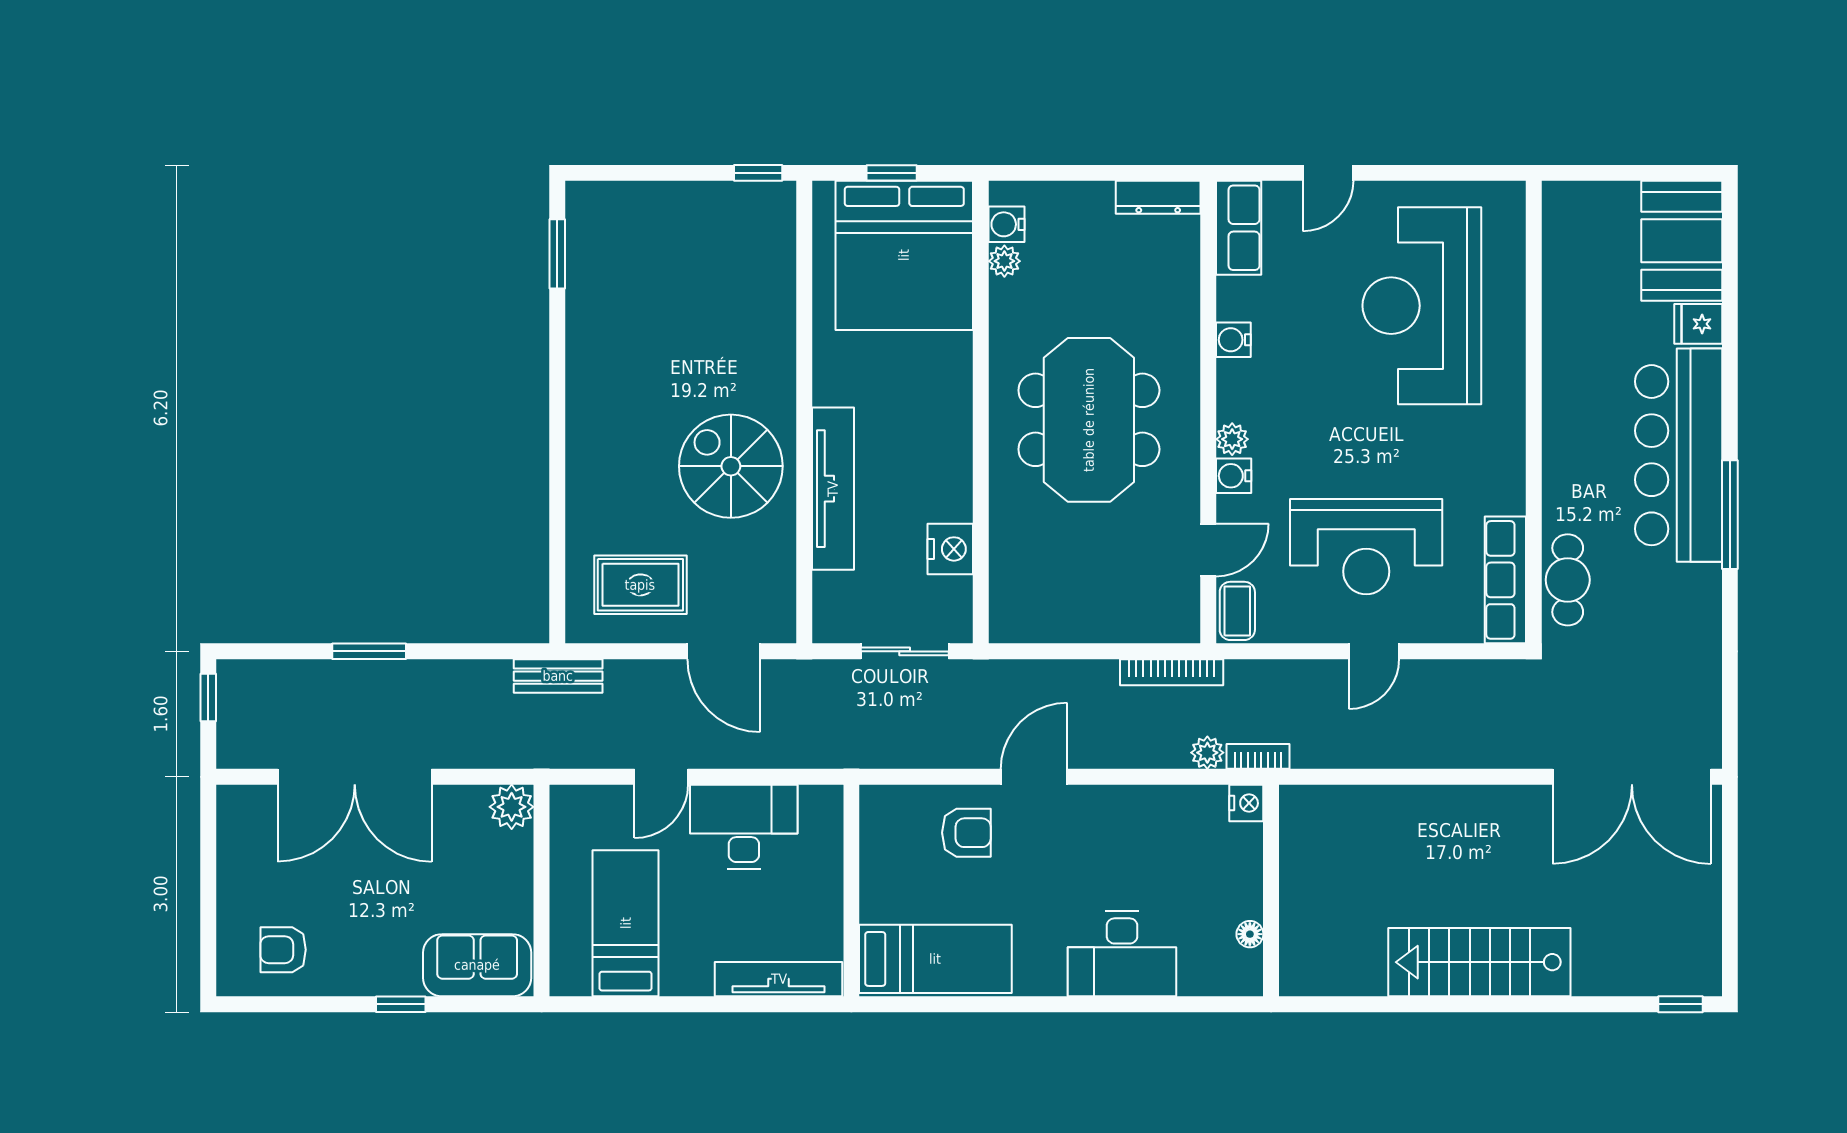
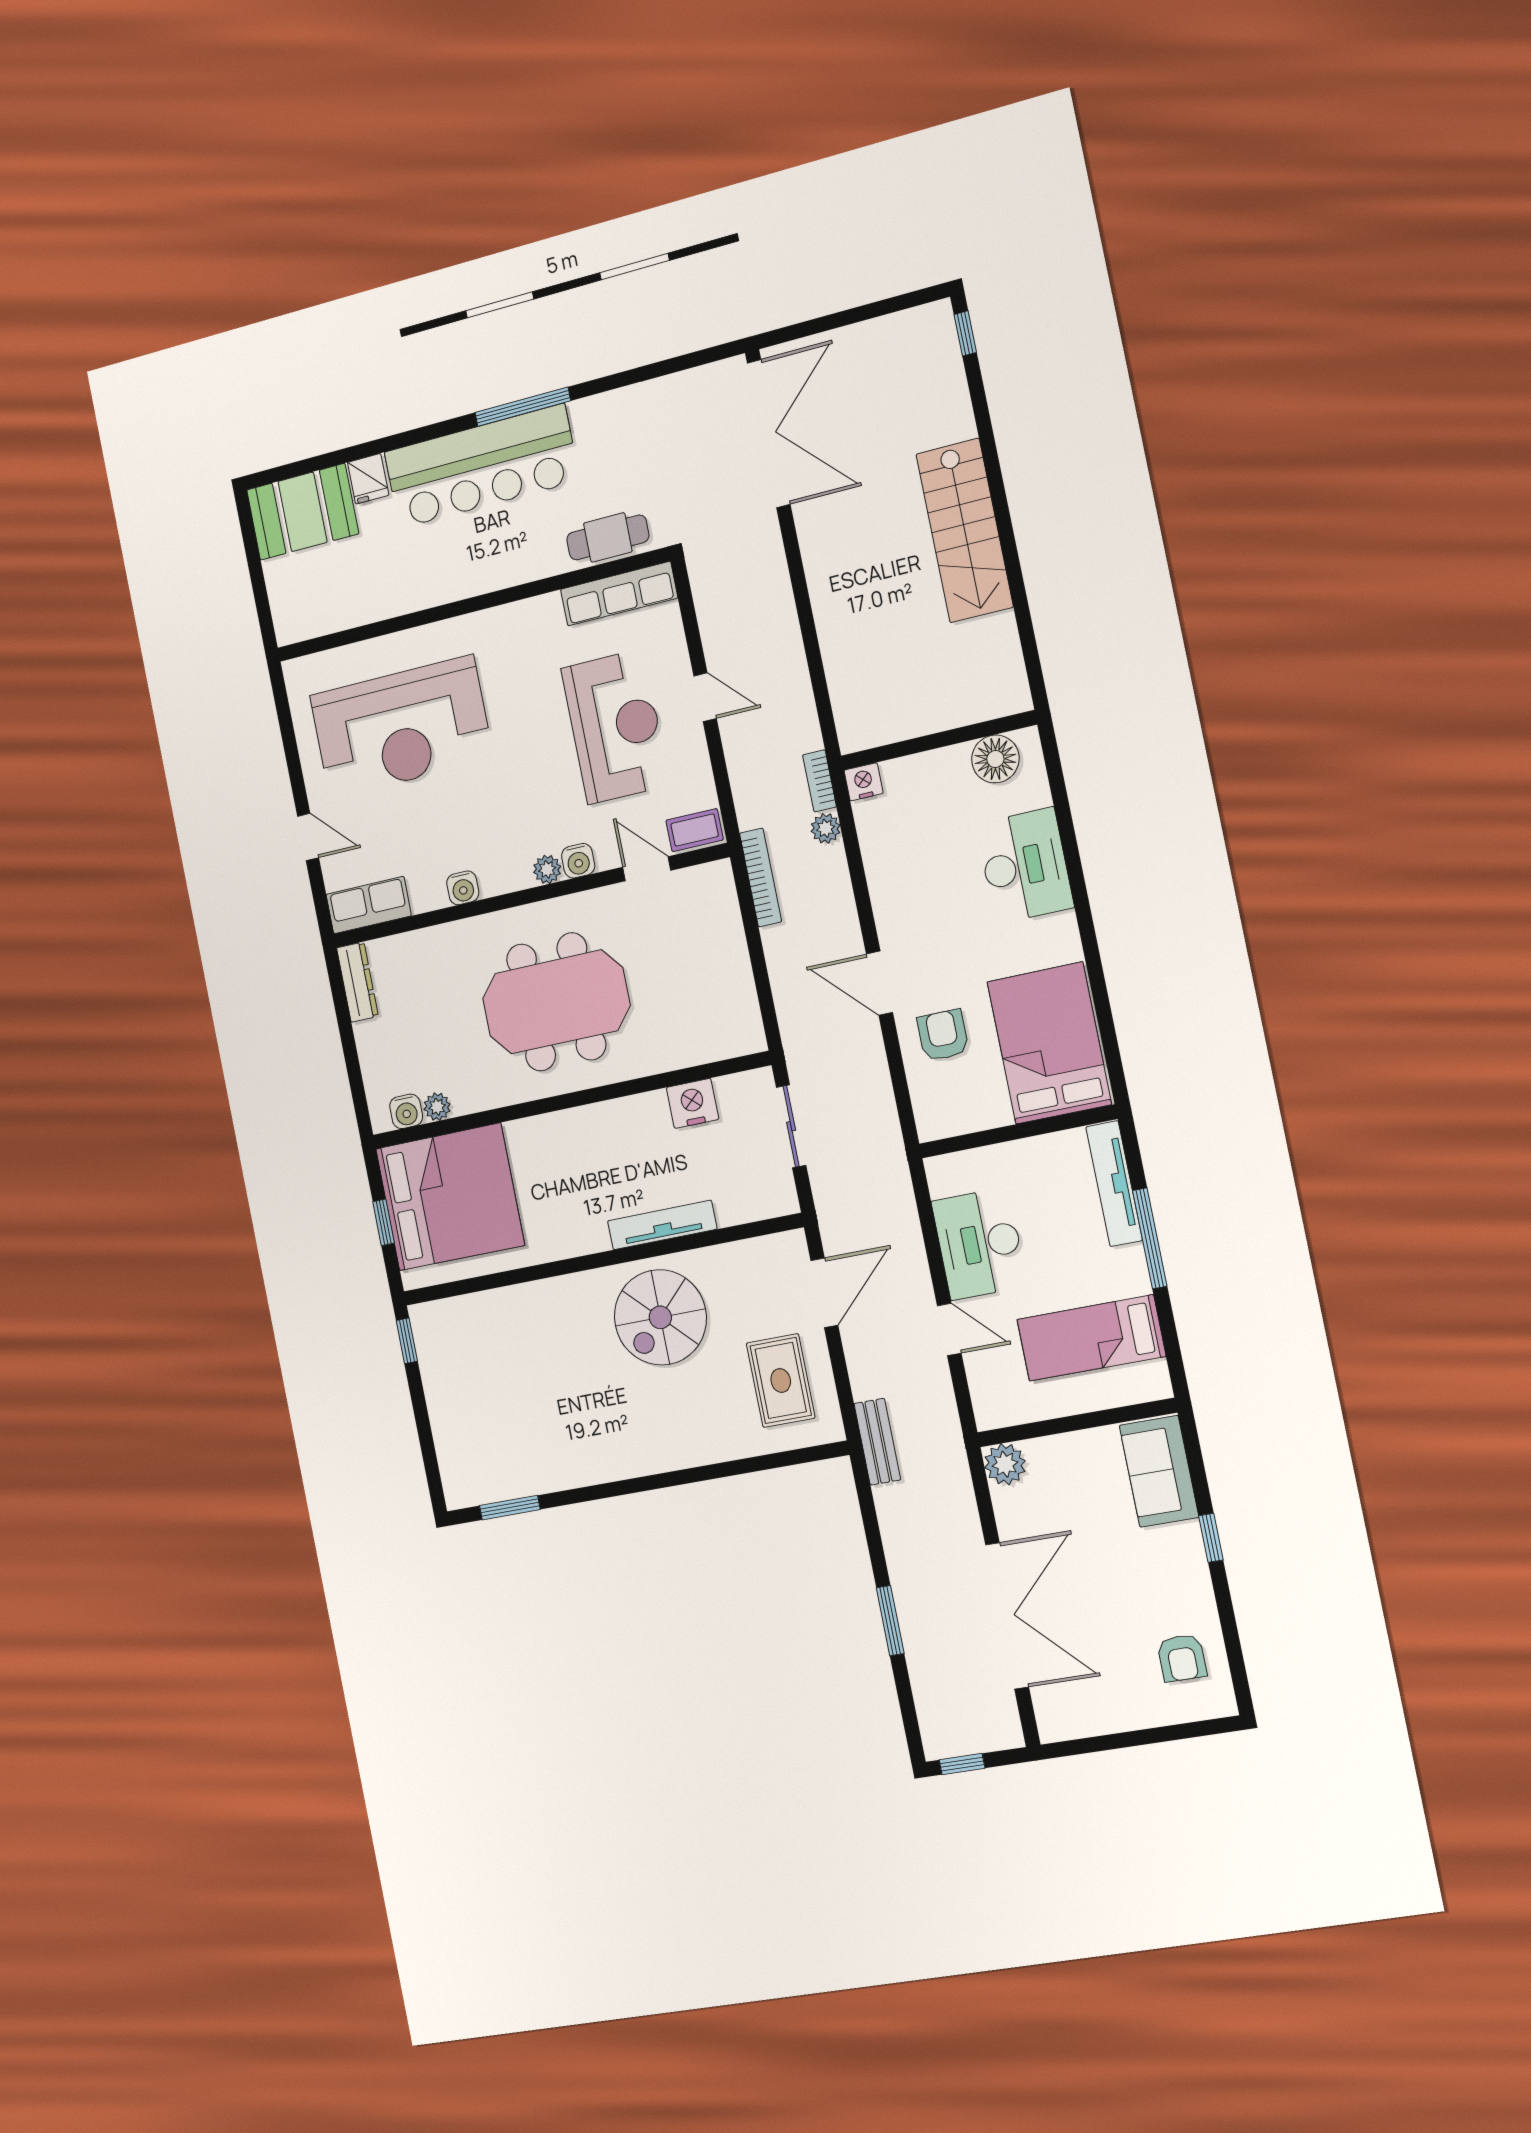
tv unit: (833, 489) -> (662, 1225), width x0.73, depth x0.78
floor lamp: (1250, 934) -> (995, 759), width x1.89, depth x1.89
bed: (935, 959) -> (1049, 1043), width x1.50
window: (716, 1004) -> (1150, 1238), added

